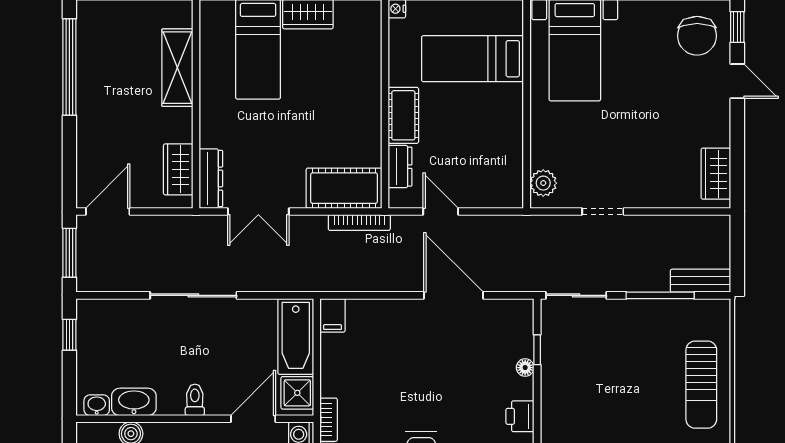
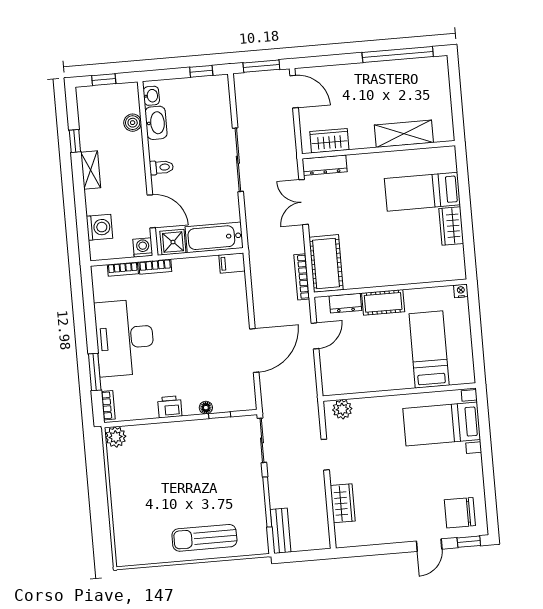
wardrobe: (716, 174) -> (343, 503), moved, turned 90

